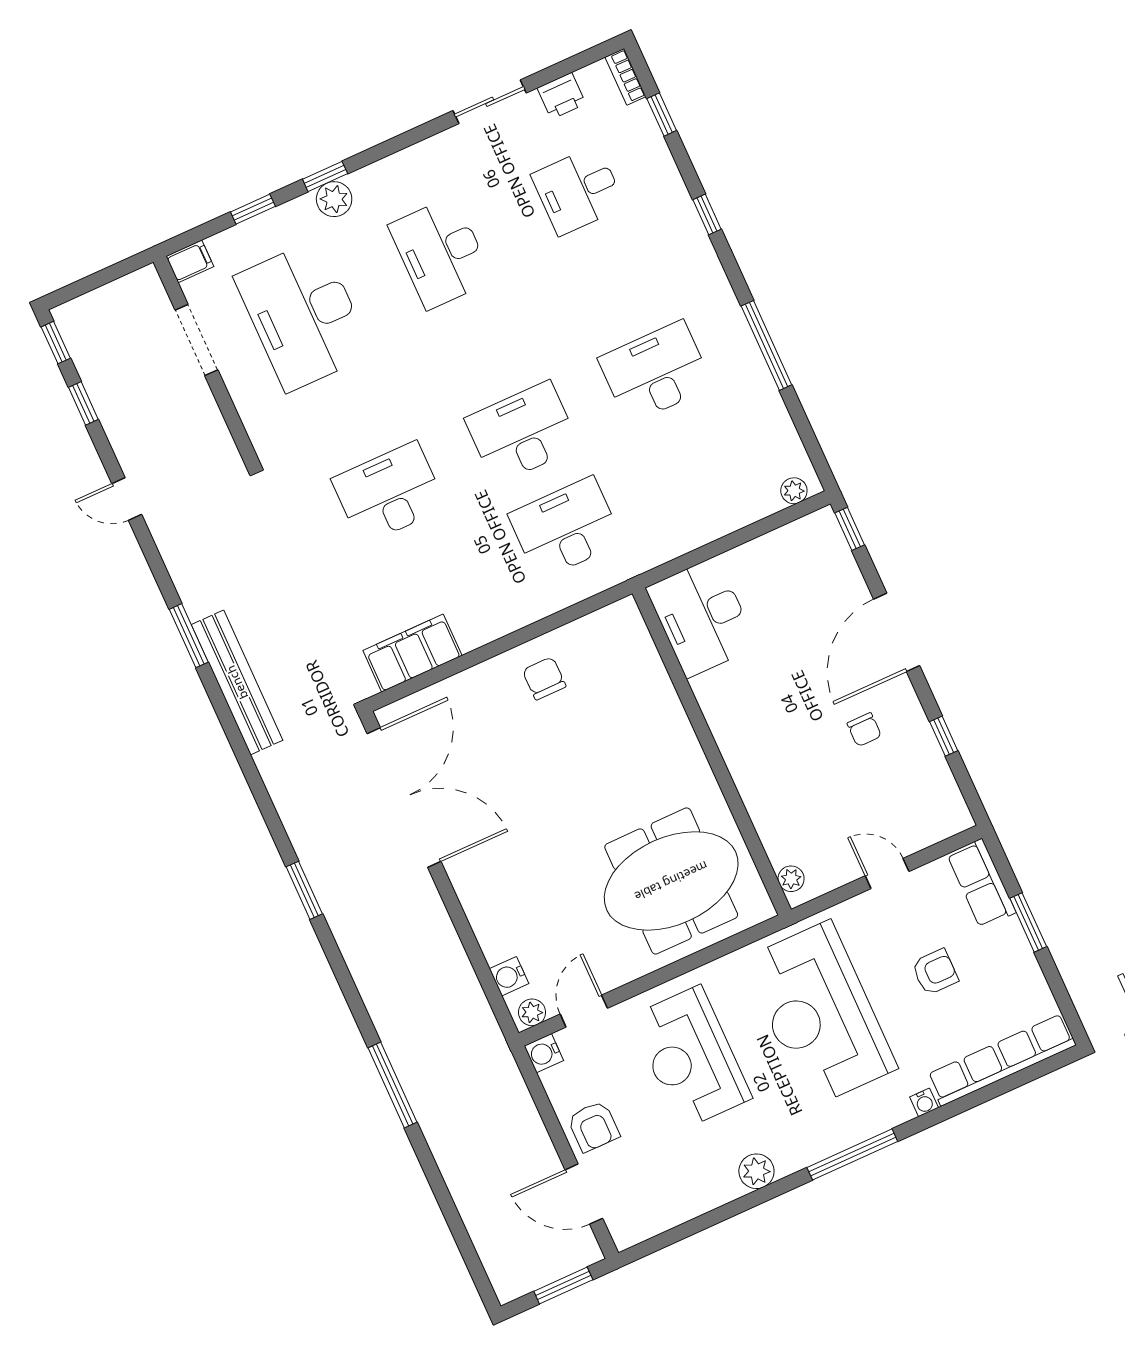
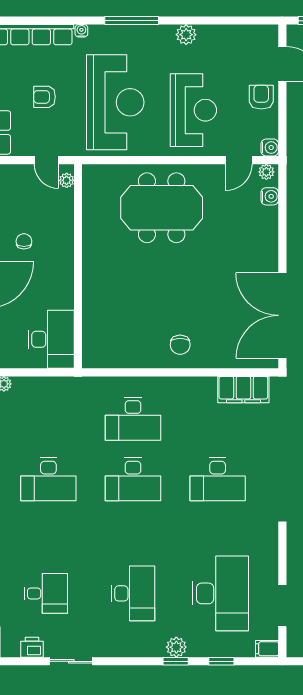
desk: (702, 617) -> (51, 339), moved
wall: (712, 752) -> (78, 266), moved
plant: (791, 879) -> (67, 180), moved

